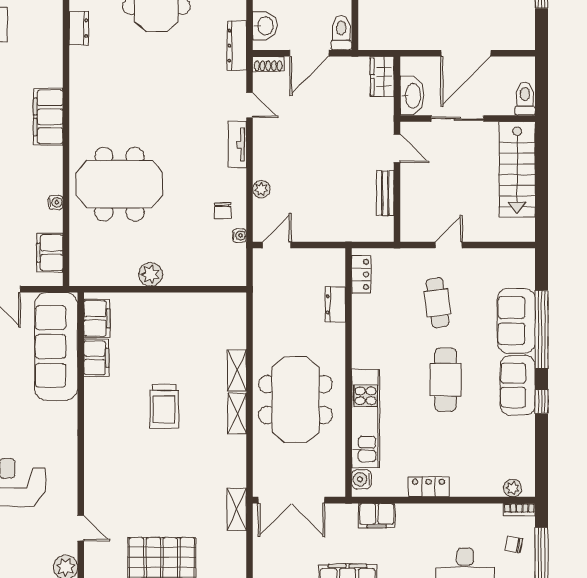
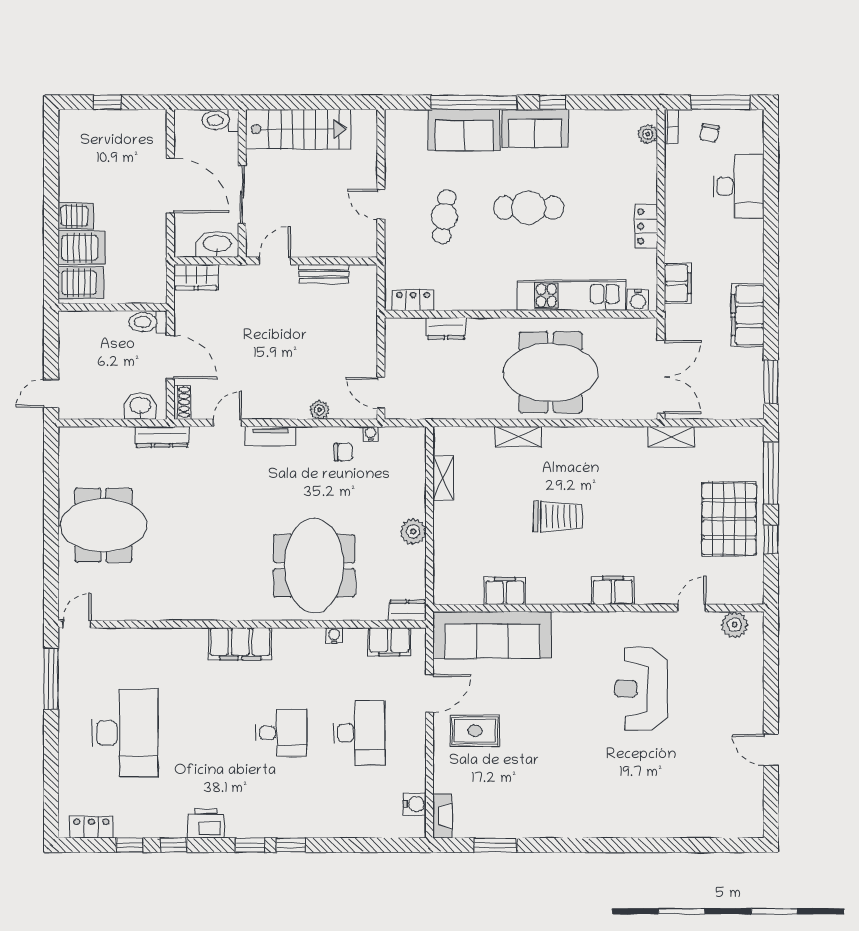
dresser: (79, 28) -> (407, 610), moved
cafe table: (437, 303) -> (444, 217), turned -74
filing cabinet: (97, 318) -> (613, 590), moved
shelving: (237, 413) -> (443, 478), moved, turned 90

